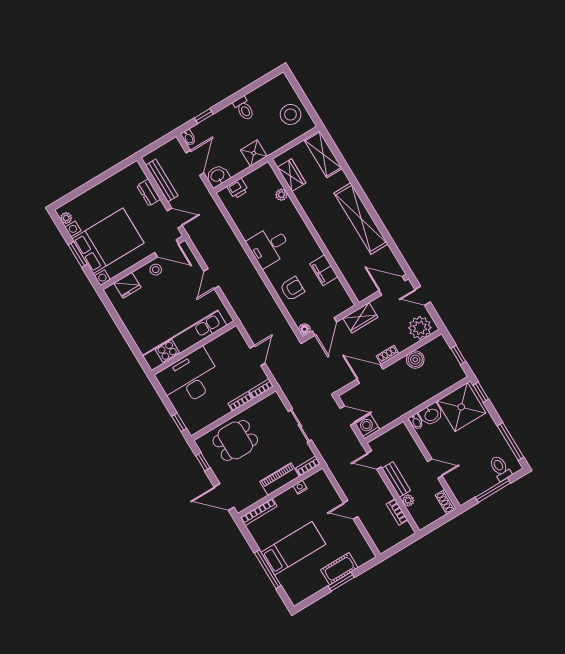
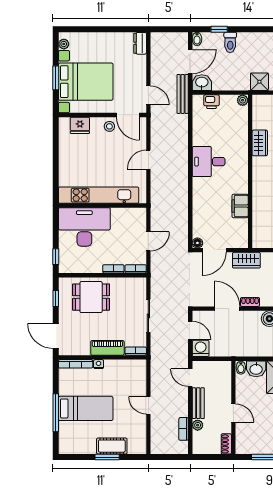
toilet: (244, 109) -> (230, 42), moved
shower: (254, 153) -> (259, 82), moved
wardrobe: (292, 175) -> (260, 143), moved
bench: (162, 180) -> (183, 94), moved
dresser: (149, 193) -> (140, 43), moved
plant: (281, 195) -> (243, 100), moved
armchair: (292, 289) -> (207, 206), removed
nightstand: (300, 487) -> (99, 364), moved

